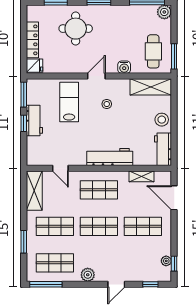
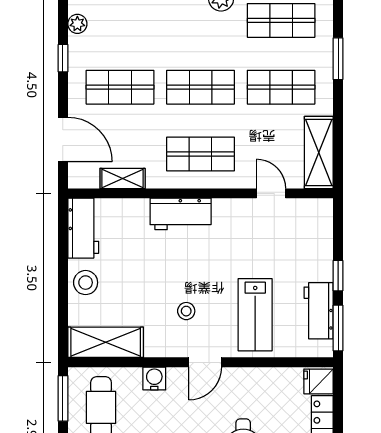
workbench: (34, 120) -> (319, 311), moved
workbench: (110, 157) -> (181, 214), width x0.73
window: (174, 264) -> (63, 58), moved

